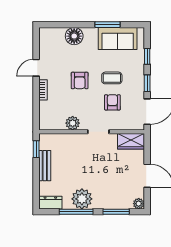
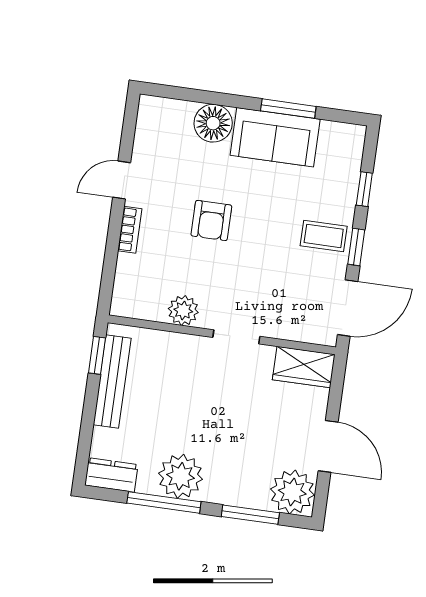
sofa: (118, 38) -> (275, 137), moved
coffee table: (112, 78) -> (324, 236), moved
armchair: (112, 102) -> (275, 278), removed
bench: (45, 166) -> (112, 381), width x1.36
plant: (139, 204) -> (292, 492), width x1.87, depth x1.87

